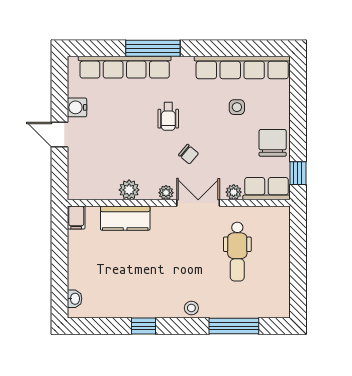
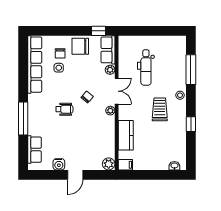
row of seats: (125, 67) -> (35, 150), width x0.50
chair: (261, 110) -> (60, 53), added
plant: (129, 190) -> (109, 164), moved
double door: (198, 203) -> (117, 91), swing flipped
dental chair: (237, 252) -> (146, 67), turned 90
trolley: (168, 275) -> (160, 109), added

